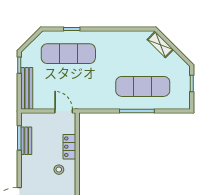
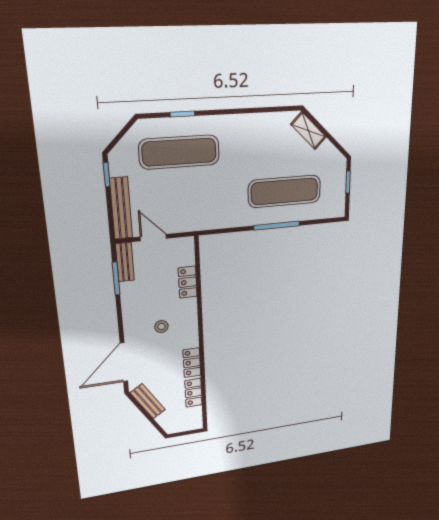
door: (64, 111) -> (153, 238), moved
bench: (26, 141) -> (125, 262), moved
stool: (59, 170) -> (161, 327), moved

